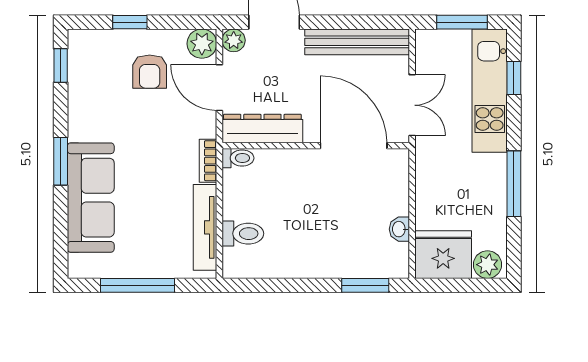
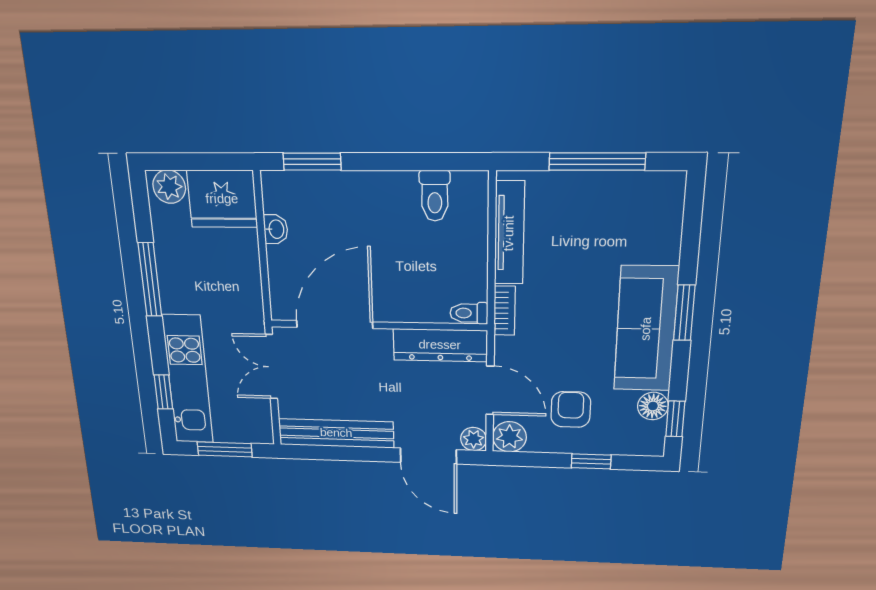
floor lamp: (80, 77) -> (653, 406), added
door: (354, 146) -> (335, 325), swing flipped
sofa: (91, 198) -> (646, 329), moved
toilet: (243, 234) -> (435, 196), moved, turned -90

